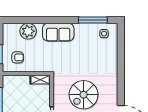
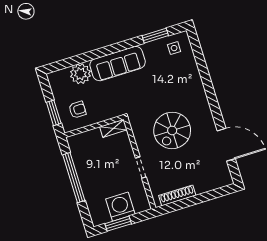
window: (93, 20) -> (155, 36), width x0.69
sofa: (58, 32) -> (118, 64), width x1.36

